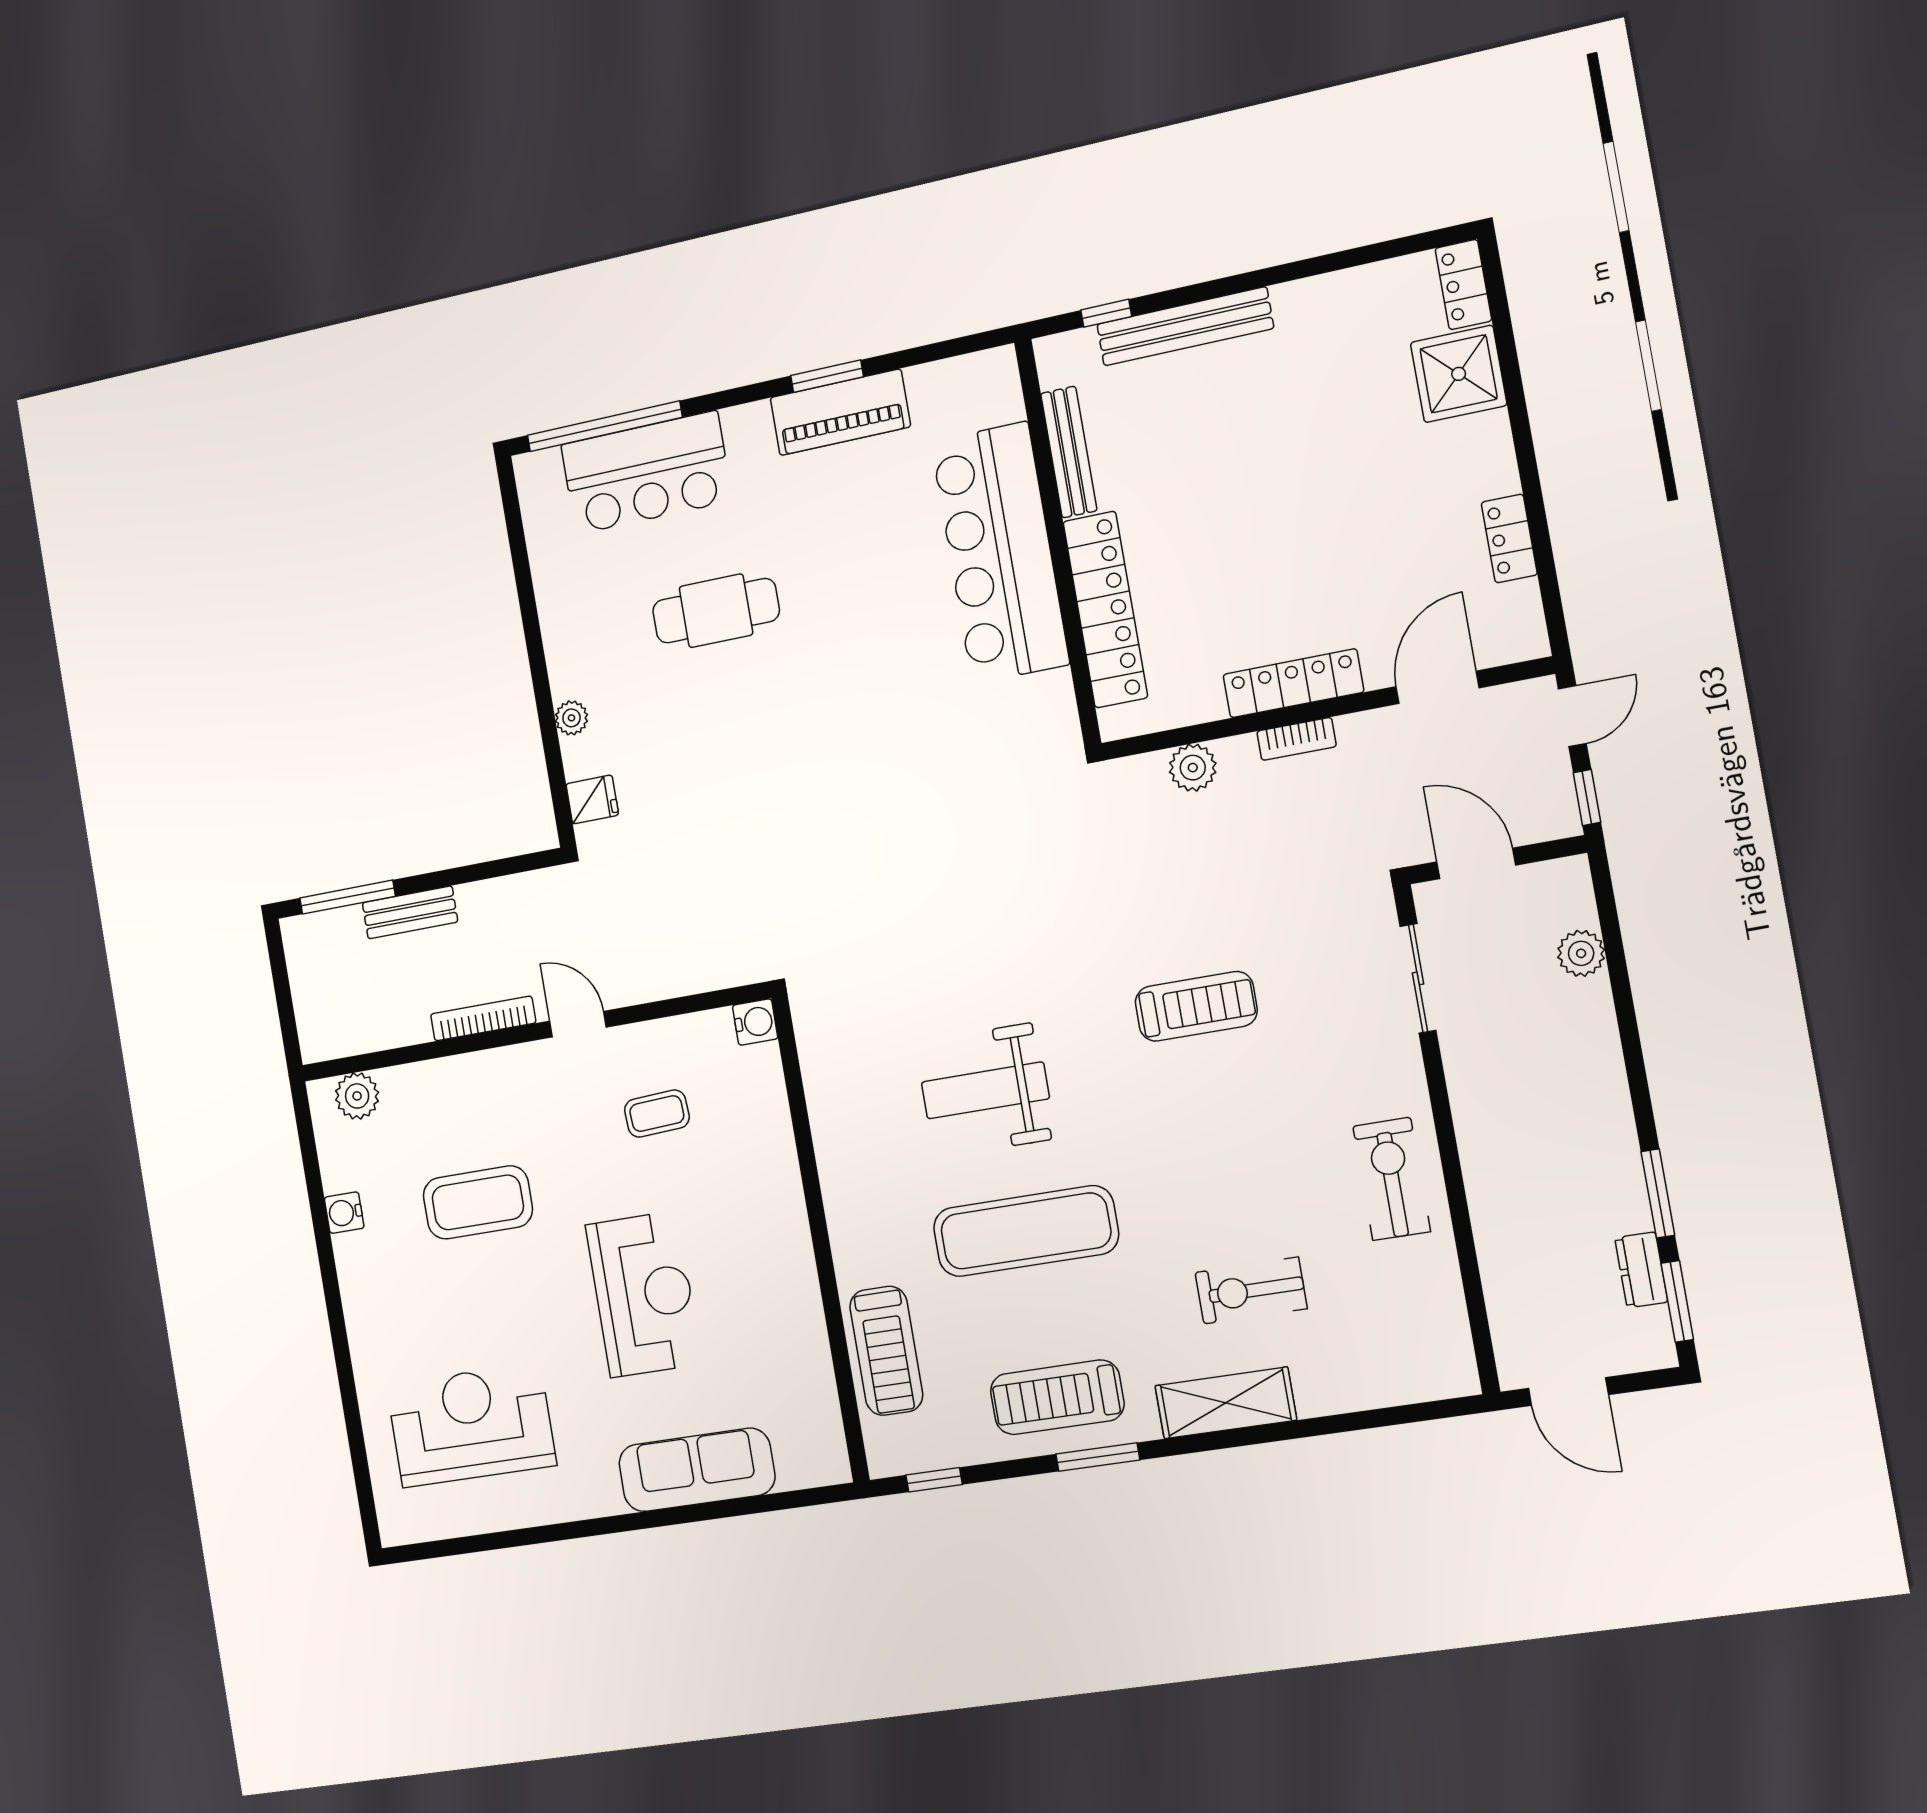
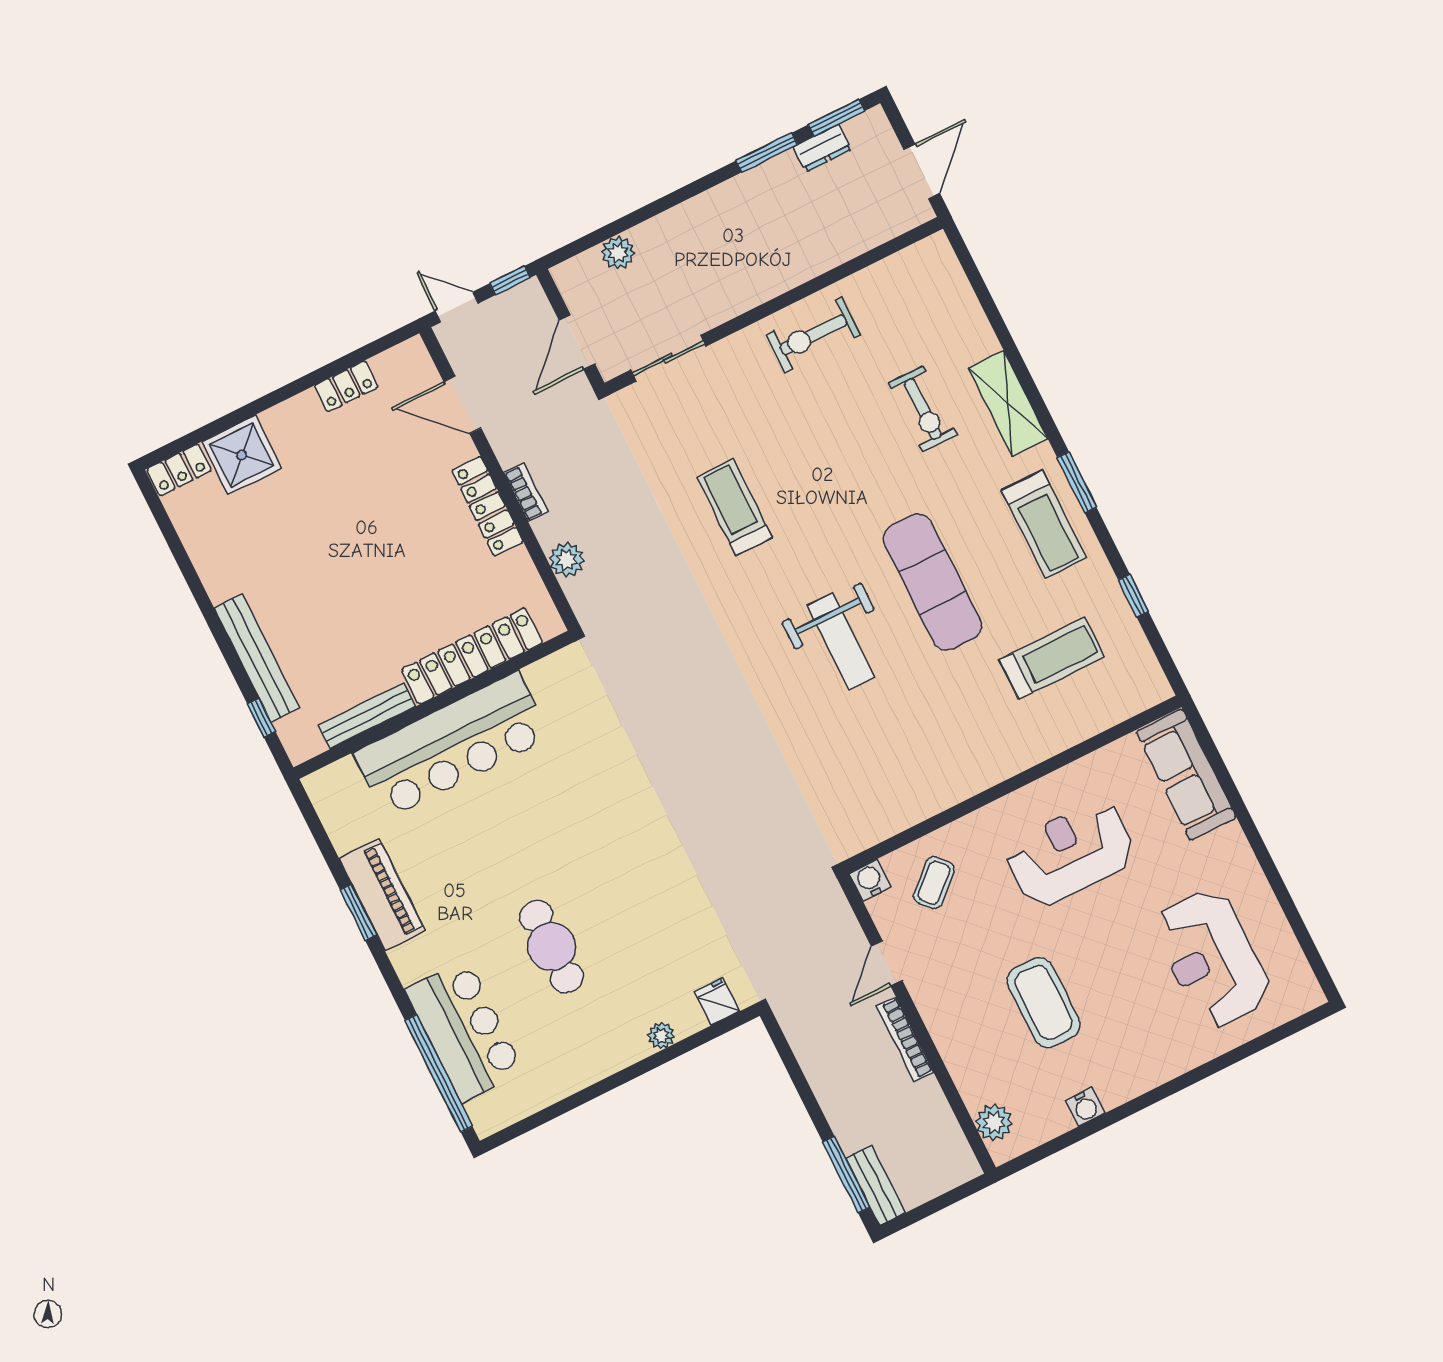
bench: (410, 912) -> (875, 1185), moved
water cooler: (755, 1022) -> (870, 880), moved
coffee table: (657, 1114) -> (934, 883), turned 51
wall: (820, 1238) -> (1012, 784), moved

